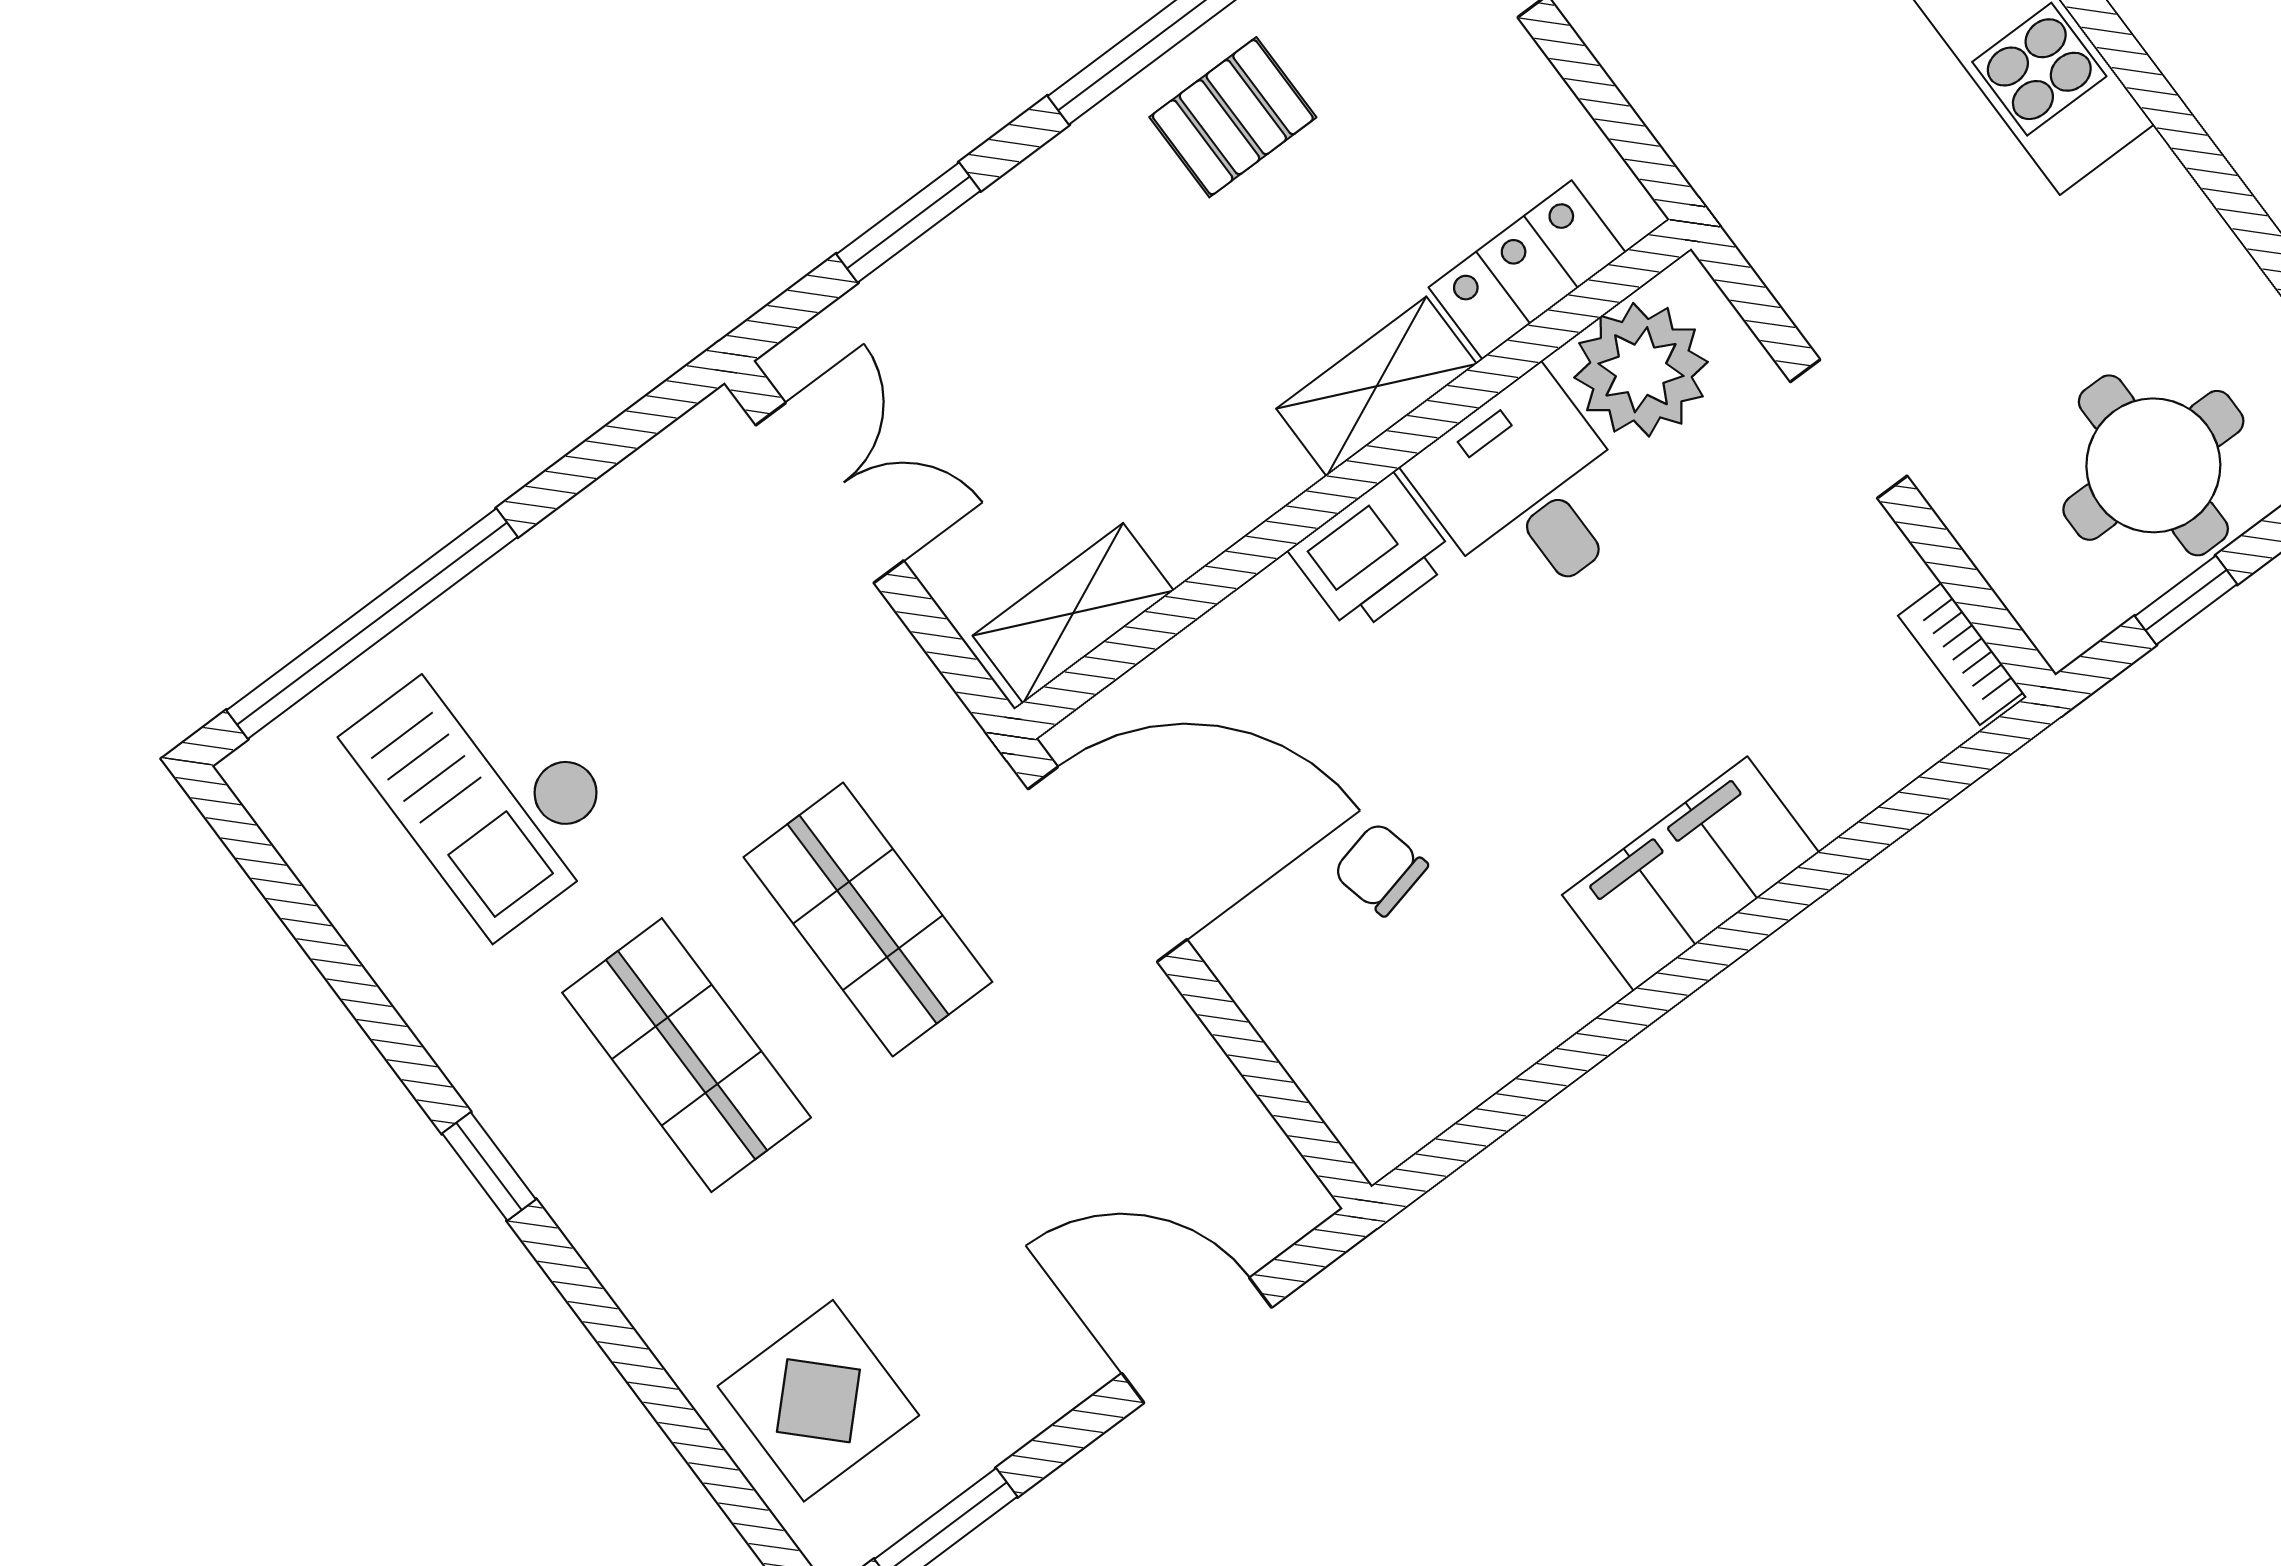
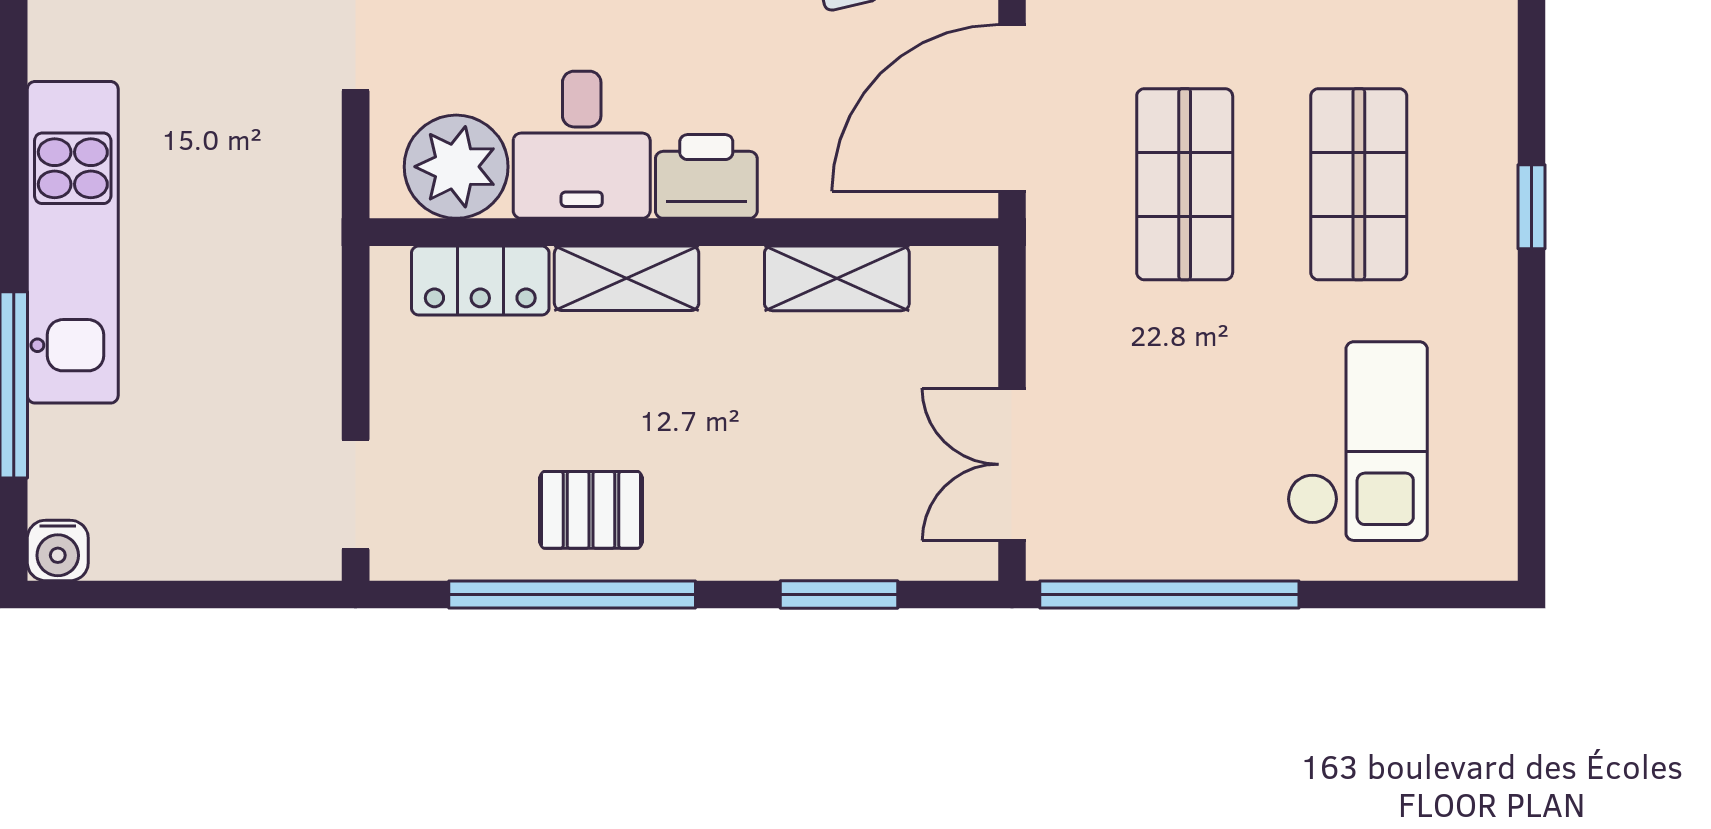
shelving: (1073, 613) -> (837, 278), moved
window: (372, 624) -> (1169, 594), moved
door: (1107, 864) -> (1012, 108), hinge flipped

